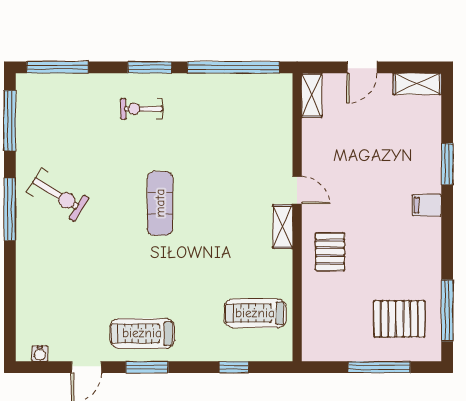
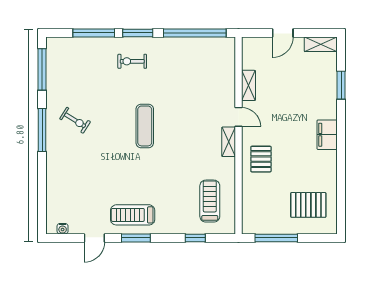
window: (57, 67) -> (94, 33), moved
shelving: (312, 95) -> (248, 85), moved
window: (447, 164) -> (341, 85), moved
exercise bike: (58, 195) -> (75, 120), width x0.73, depth x0.72
filing cabinet: (427, 205) -> (327, 135), width x2.00
window: (447, 311) -> (341, 199), removed
treadmill: (255, 313) -> (210, 201), turned 90
window: (379, 367) -> (276, 238), moved

